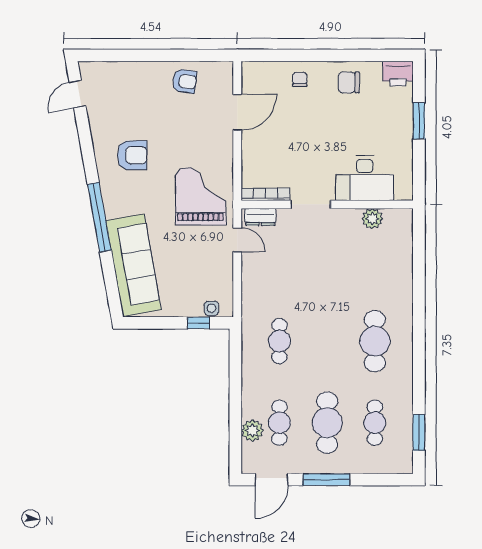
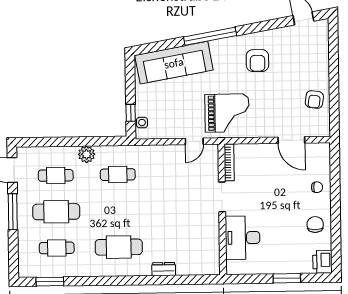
dresser: (260, 217) -> (164, 269), moved, turned 90
plant: (372, 219) -> (212, 244), removed
plant: (252, 430) -> (87, 154), moved

